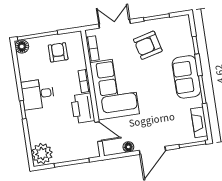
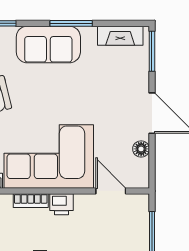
printer: (83, 108) -> (61, 204), width x0.53, depth x0.68
door: (98, 132) -> (111, 191), hinge flipped

